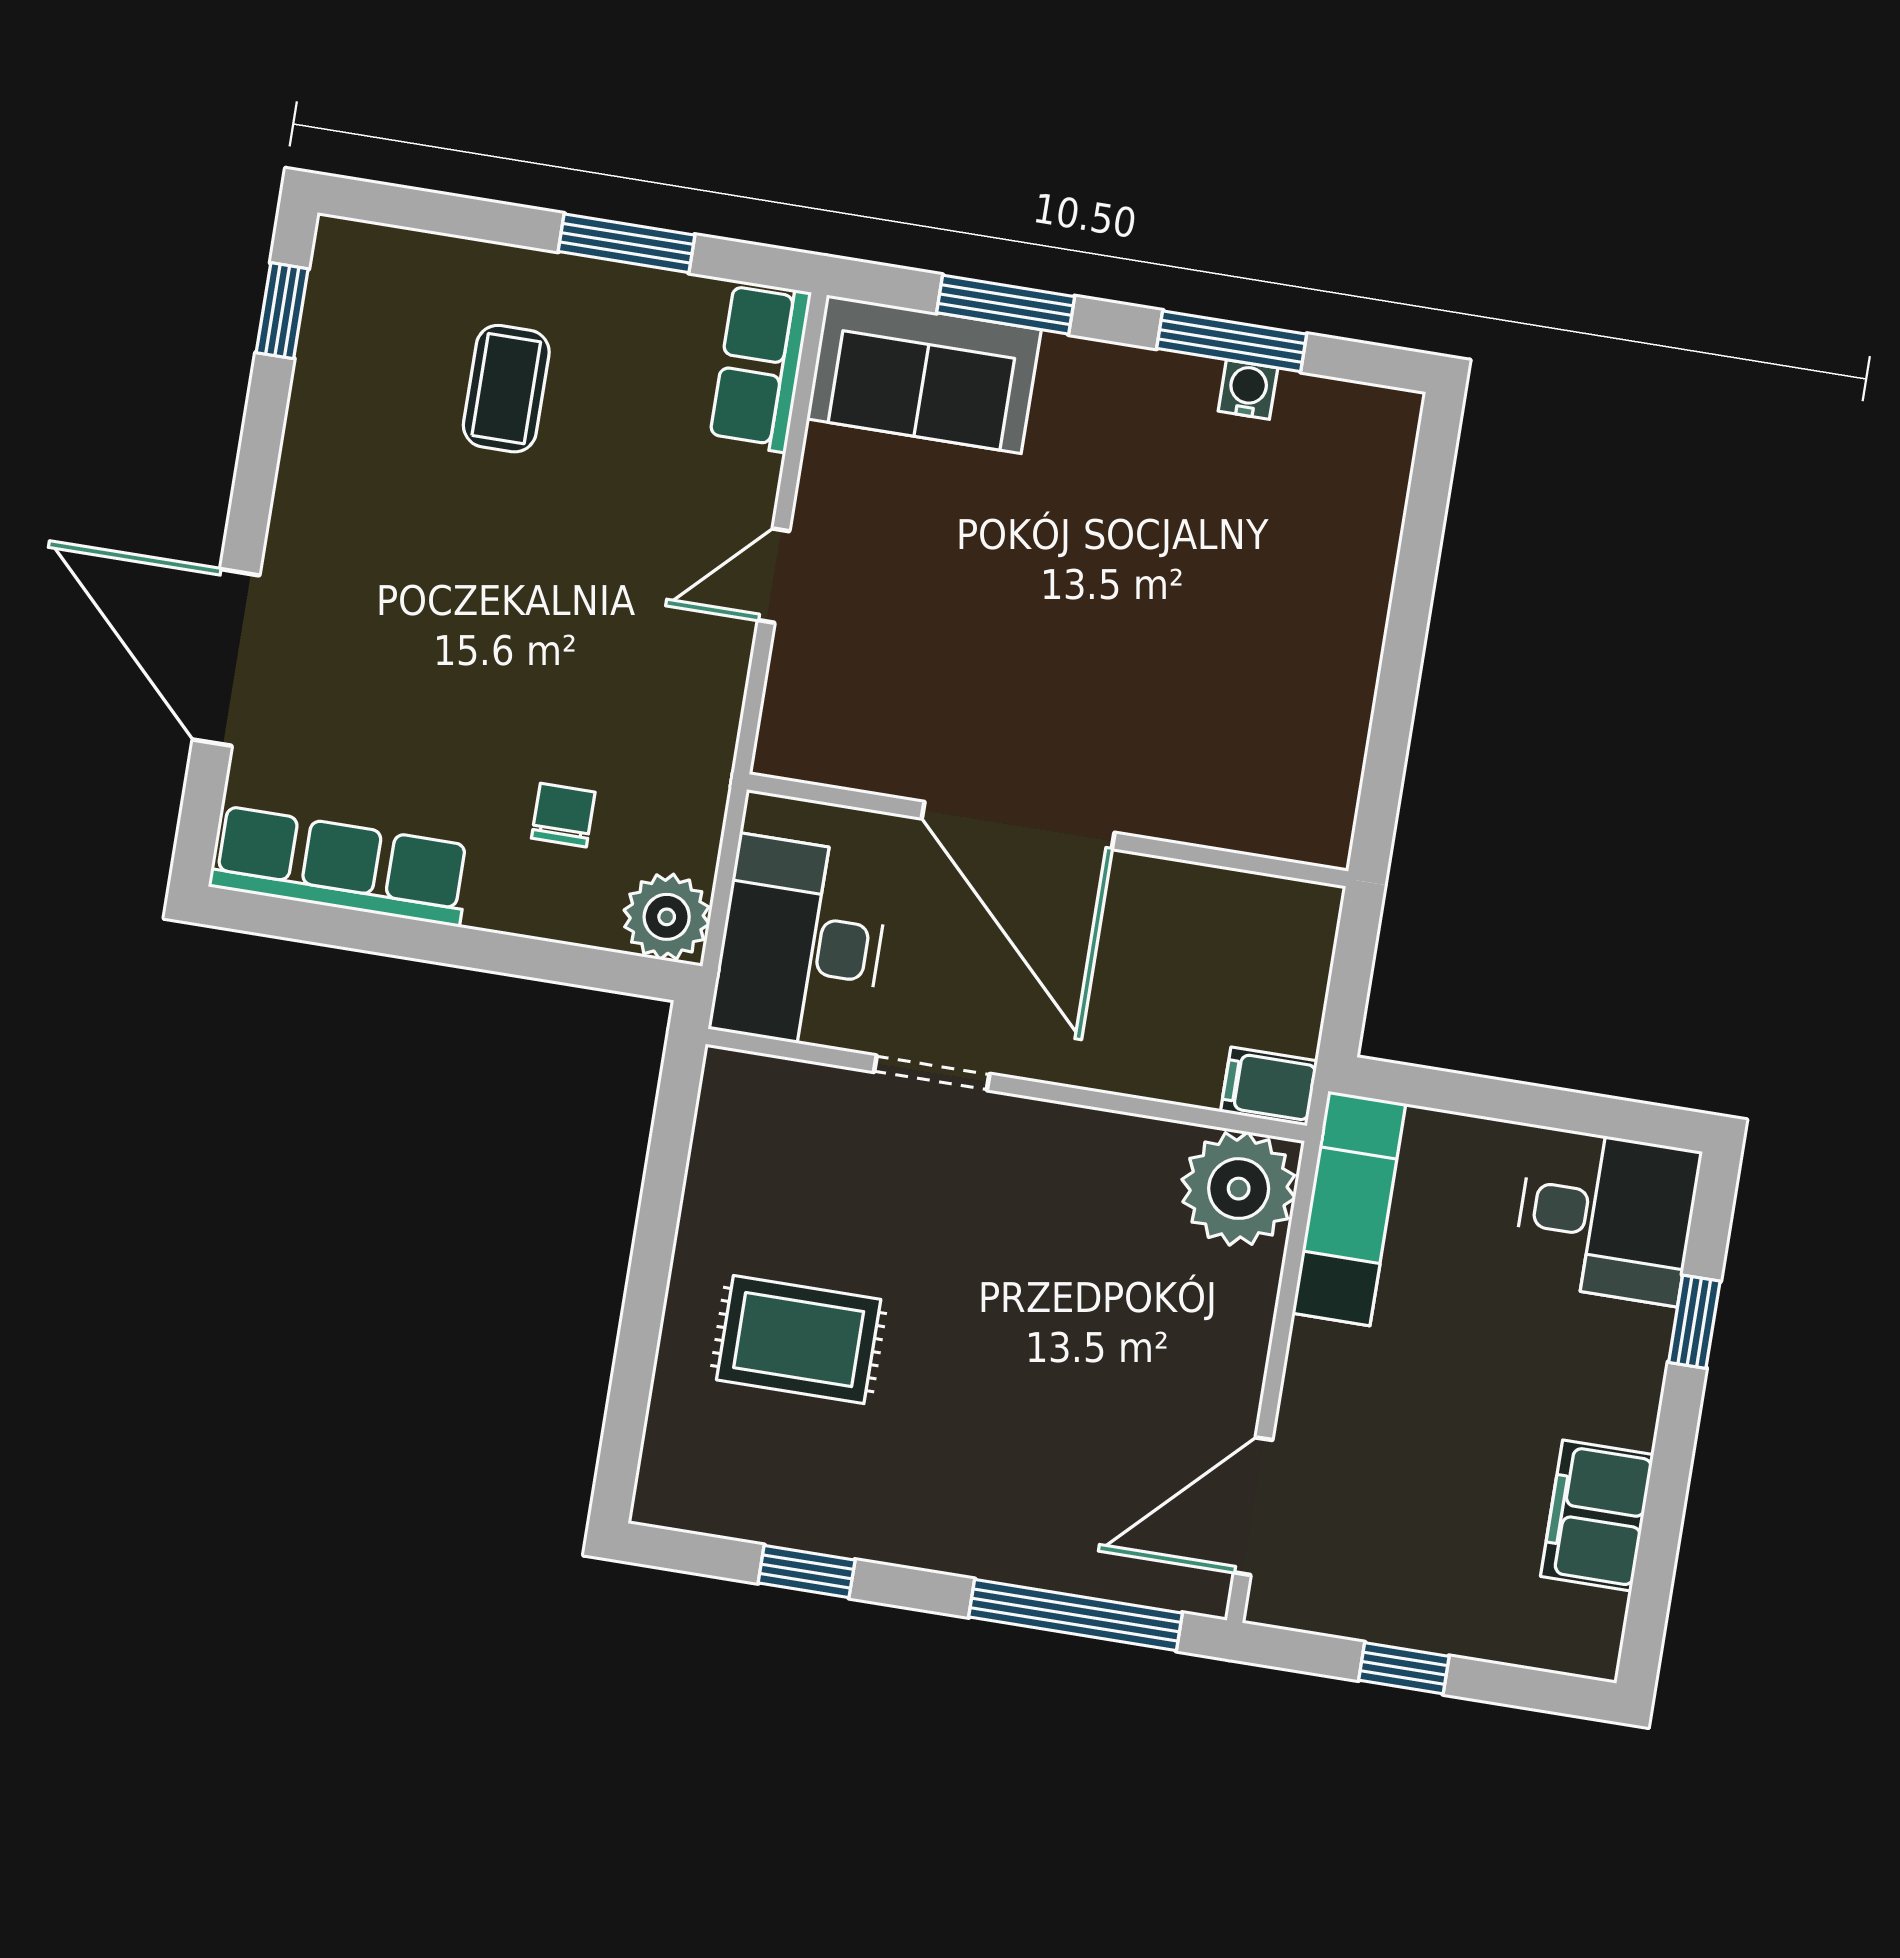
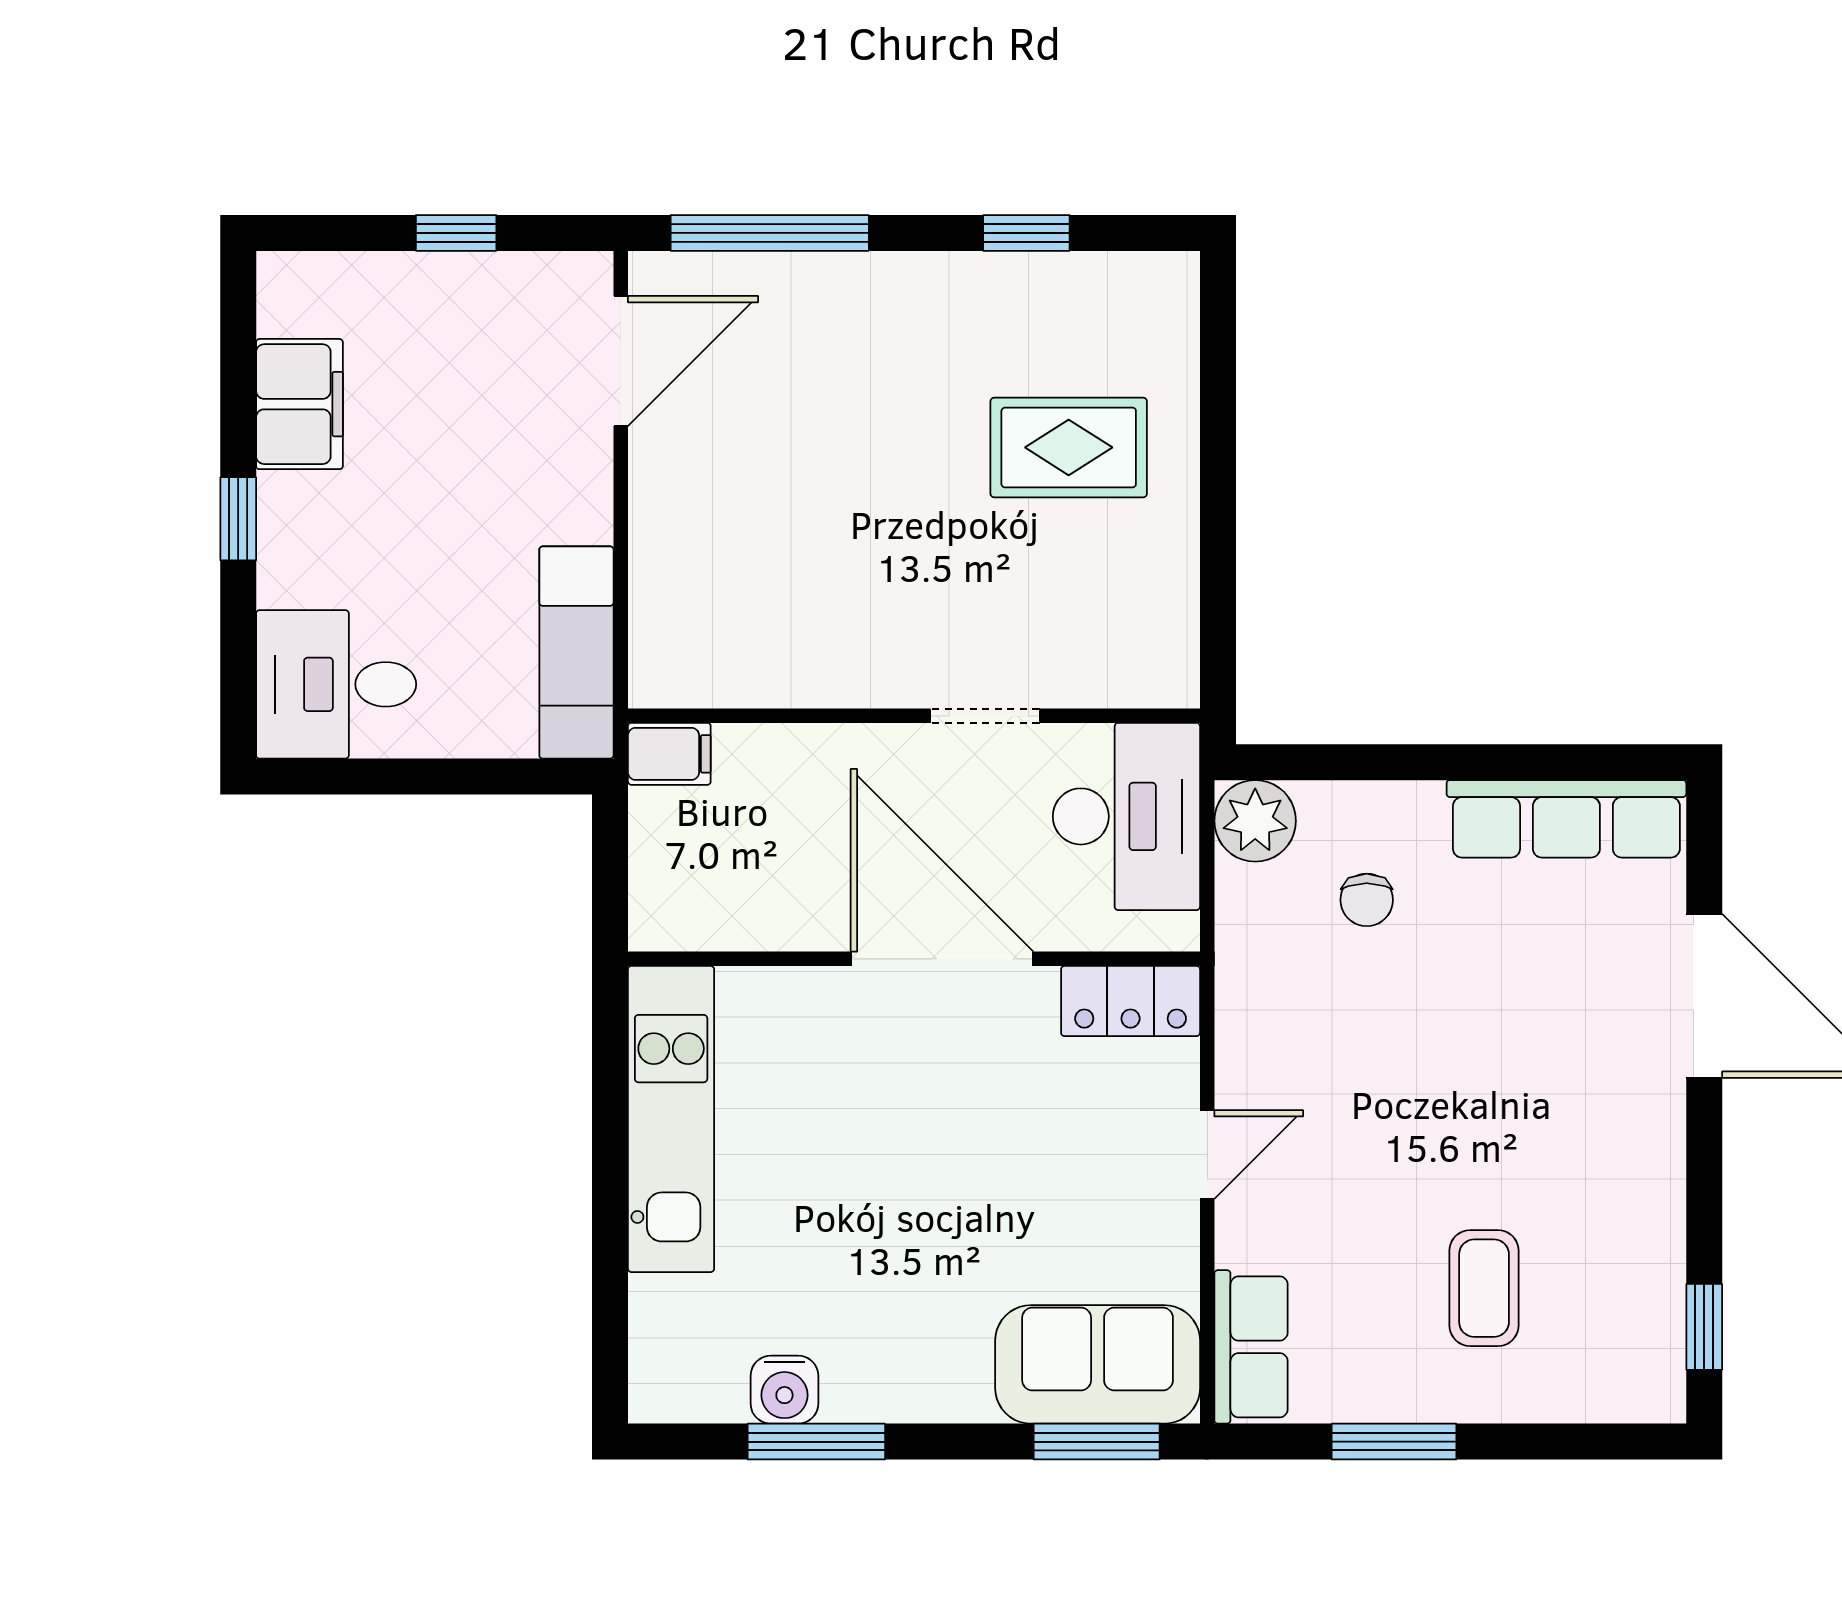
window: (1006, 305) -> (1097, 1442), moved
water cooler: (1248, 389) -> (784, 1390), width x1.38, depth x1.38
kitchen unit: (1329, 704) -> (671, 1119), added
locker: (828, 749) -> (1131, 1001), added
plant: (1239, 1189) -> (682, 654), removed
window: (1694, 1322) -> (238, 519), moved

